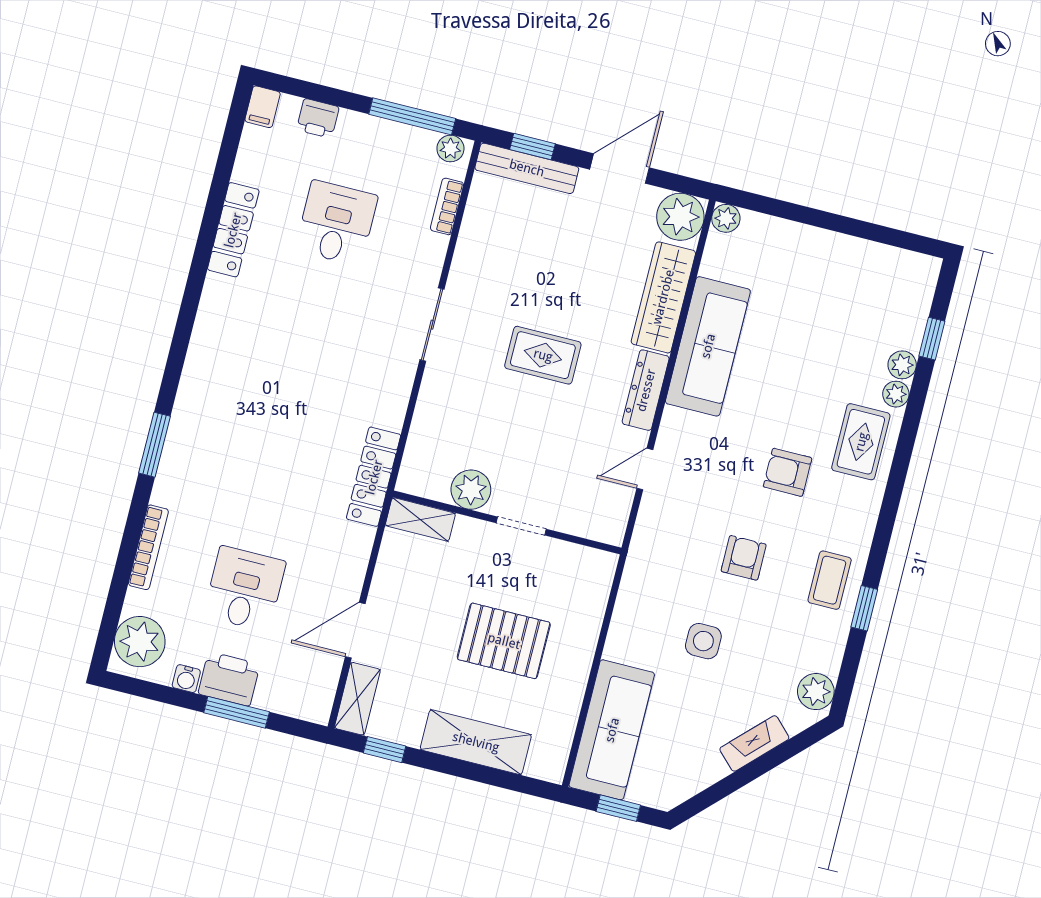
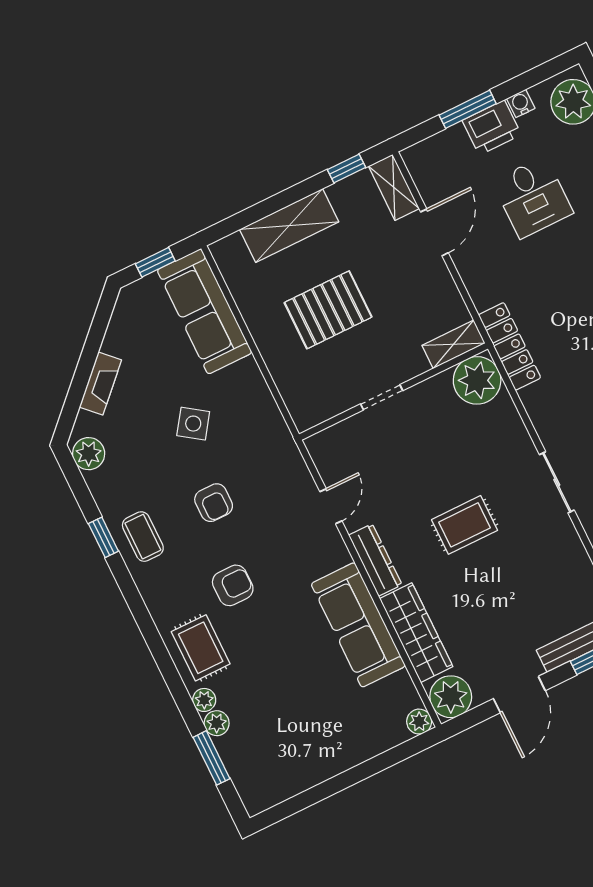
window: (932, 339) -> (212, 758), width x1.50
plant: (471, 490) -> (477, 380), moved, width x1.36, depth x1.36
side table: (703, 641) -> (193, 424), turned 35

